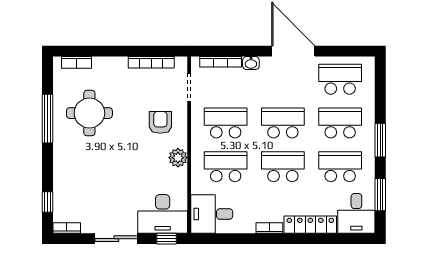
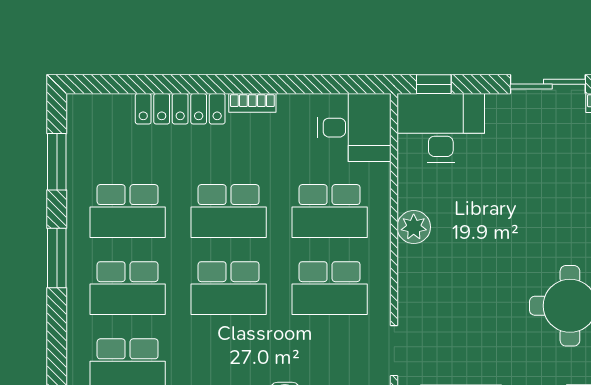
armchair: (160, 122) -> (445, 289), removed
desk: (356, 213) -> (99, 129), removed
sliding door: (116, 239) -> (548, 84), moved

